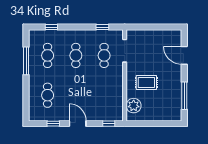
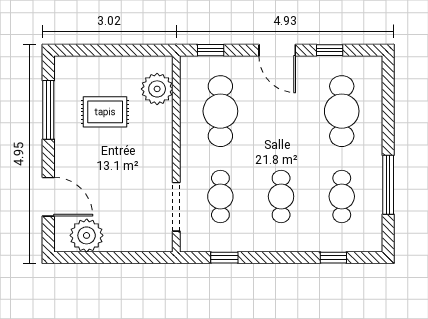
plant: (166, 37) -> (87, 235), added
rug: (146, 82) -> (105, 112), moved
cafe table: (48, 95) -> (342, 111), width x1.37, depth x1.35
cafe table: (104, 95) -> (220, 111), added

